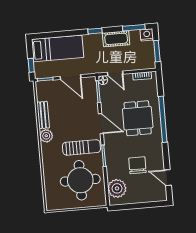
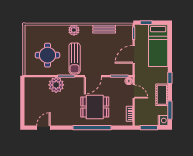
door: (115, 73) -> (134, 91), swing flipped
plant: (46, 136) -> (74, 30), moved
chair: (137, 165) -> (56, 103), removed
round table: (80, 180) -> (47, 55), width x0.73, depth x0.73
plant: (117, 188) -> (56, 85), moved

